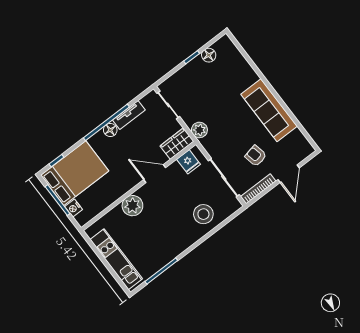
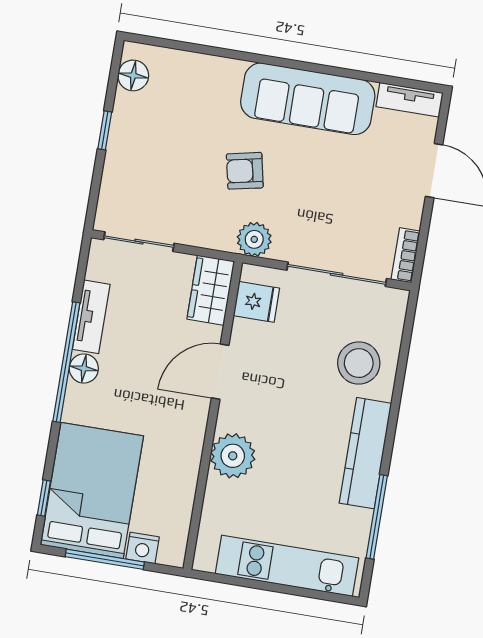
floor lamp: (209, 55) -> (133, 75), moved
plant: (199, 130) -> (254, 239), moved
tv unit: (303, 142) -> (410, 100), added
armchair: (256, 156) -> (245, 171), moved
bookcase: (258, 189) -> (406, 255), width x0.64
kitchen counter: (177, 246) -> (365, 453), added

